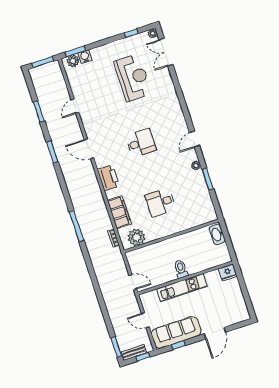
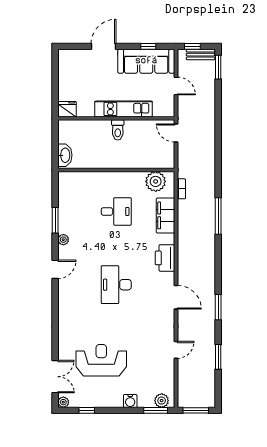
water cooler: (85, 57) -> (130, 401), moved
reception desk: (133, 78) -> (101, 360), turned 90
desk: (141, 143) -> (116, 285), width x1.37

